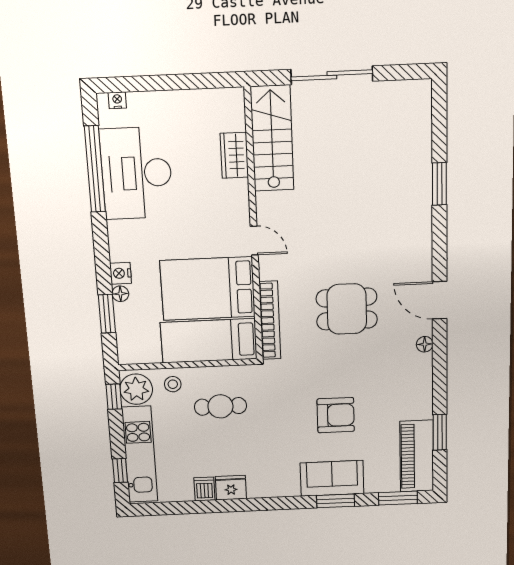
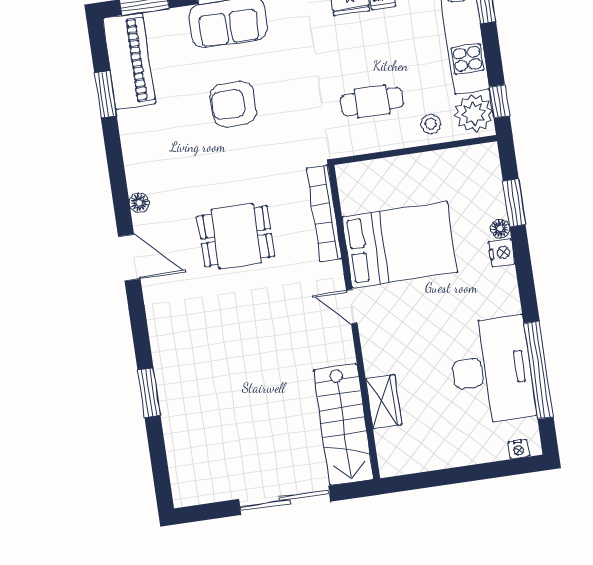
bed: (209, 341) -> (393, 182), removed

